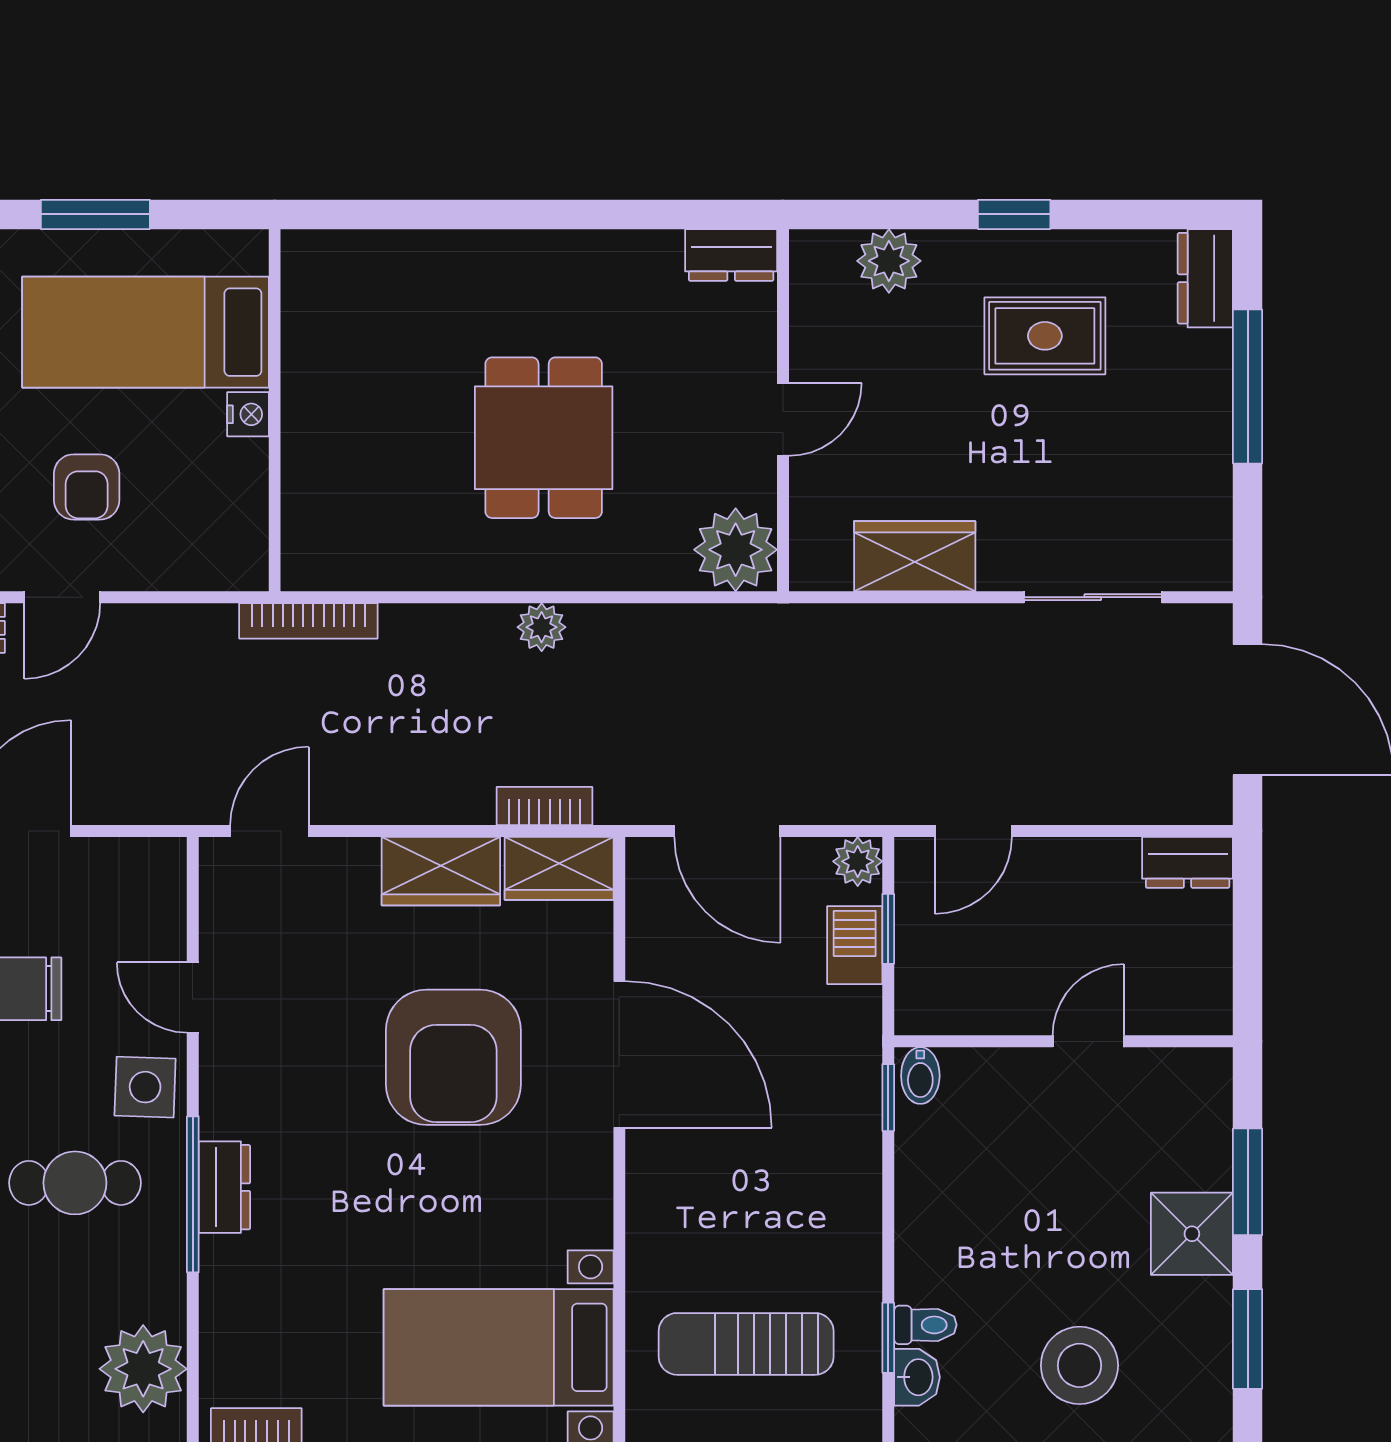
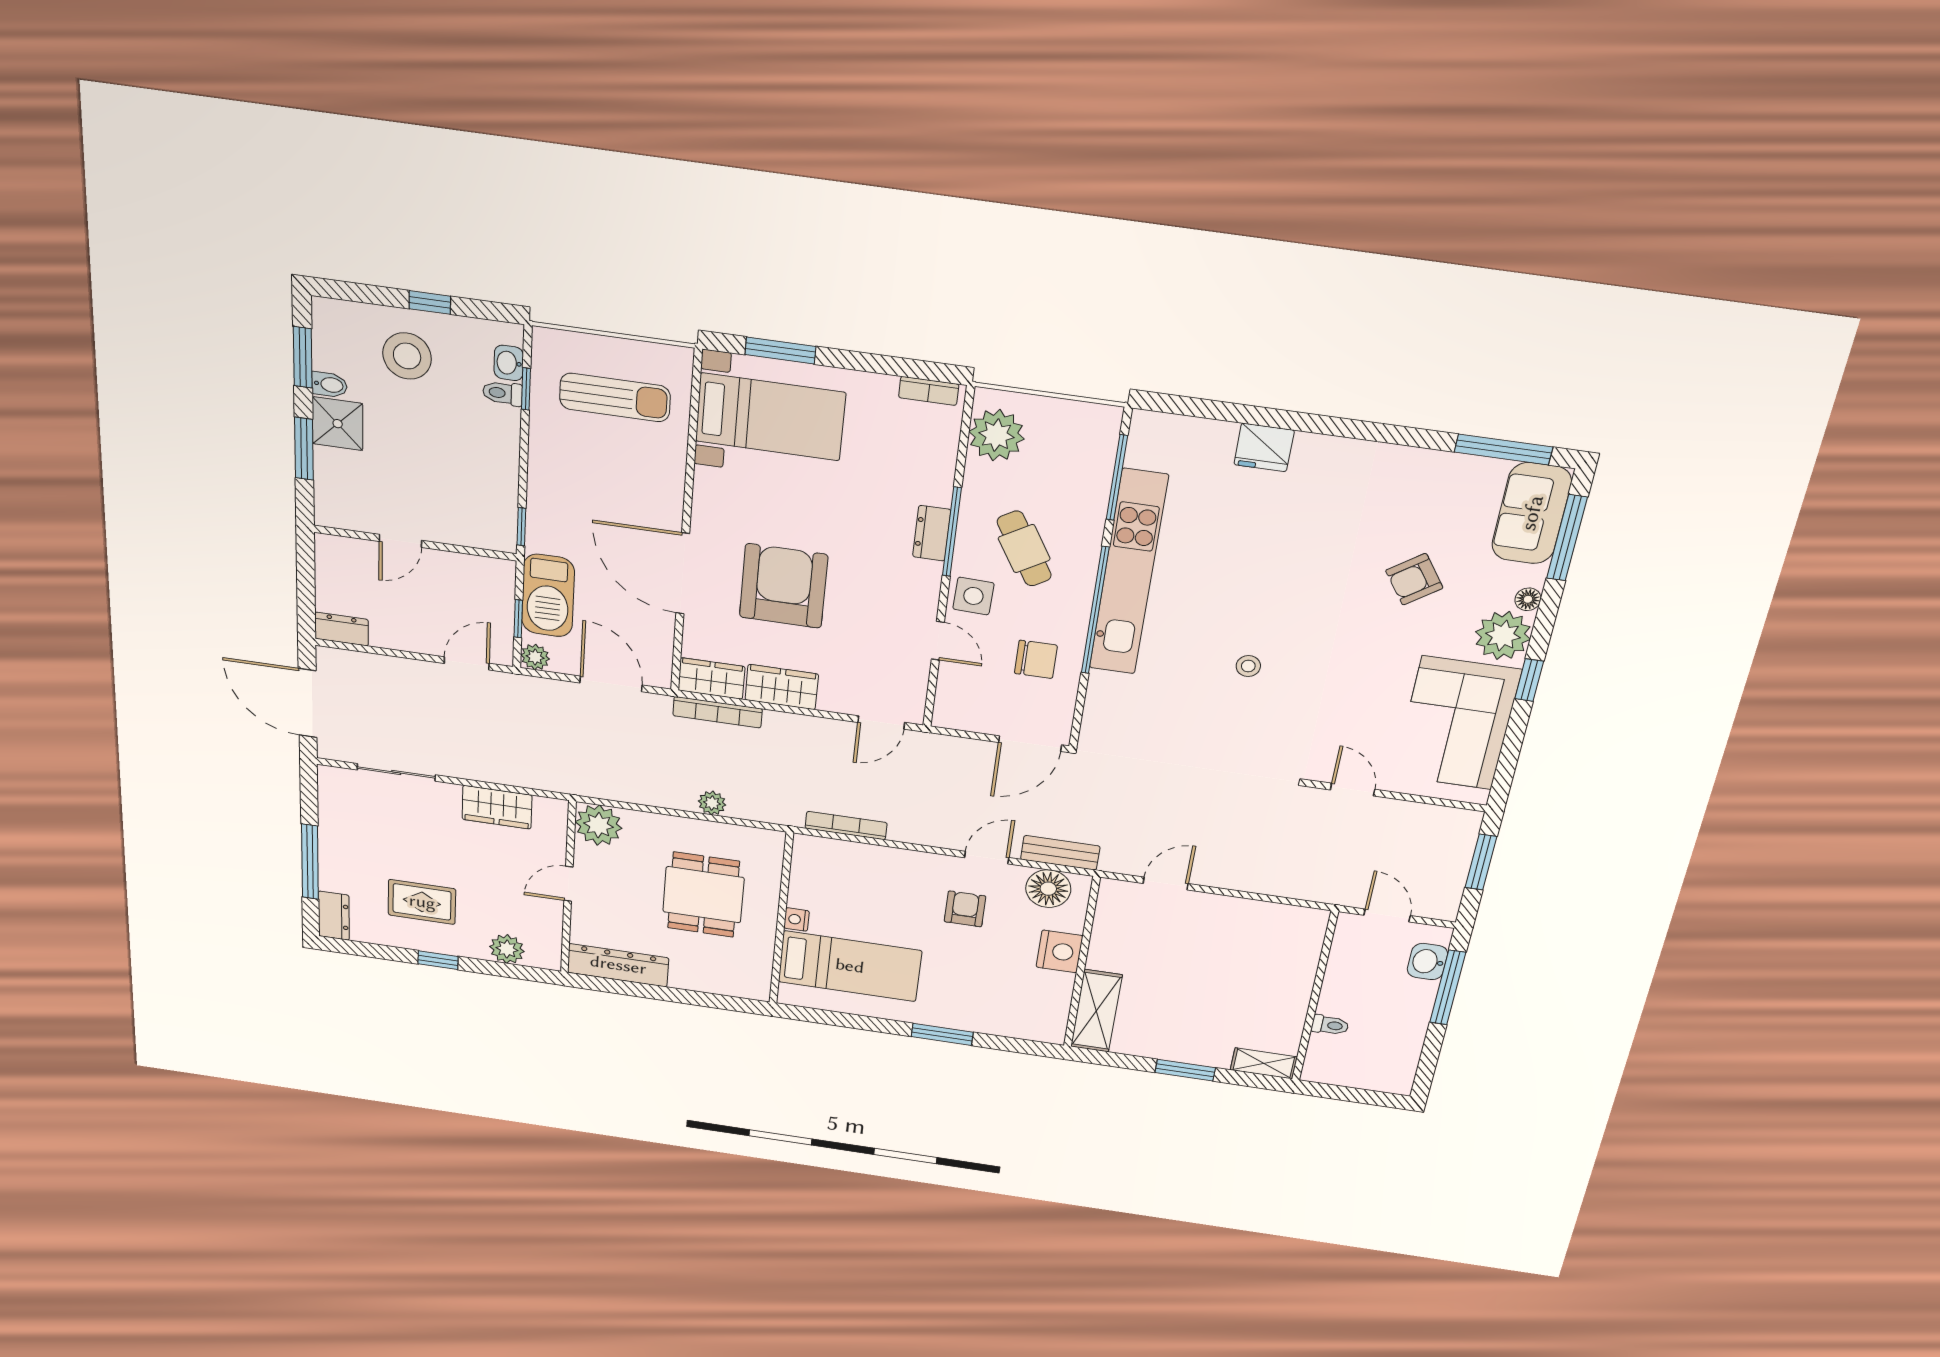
dresser: (731, 255) -> (618, 965), width x1.96, depth x1.24
bed: (146, 332) -> (850, 966), moved
wall: (275, 410) -> (781, 919), moved
nightstand: (248, 414) -> (796, 919), moved
bookcase: (544, 806) -> (718, 712), width x1.56
barbecue: (855, 945) -> (548, 596), width x1.88, depth x1.53
bidet: (920, 1076) -> (329, 385), moved, turned 90
cafe table: (75, 1183) -> (1024, 549), turned 59

